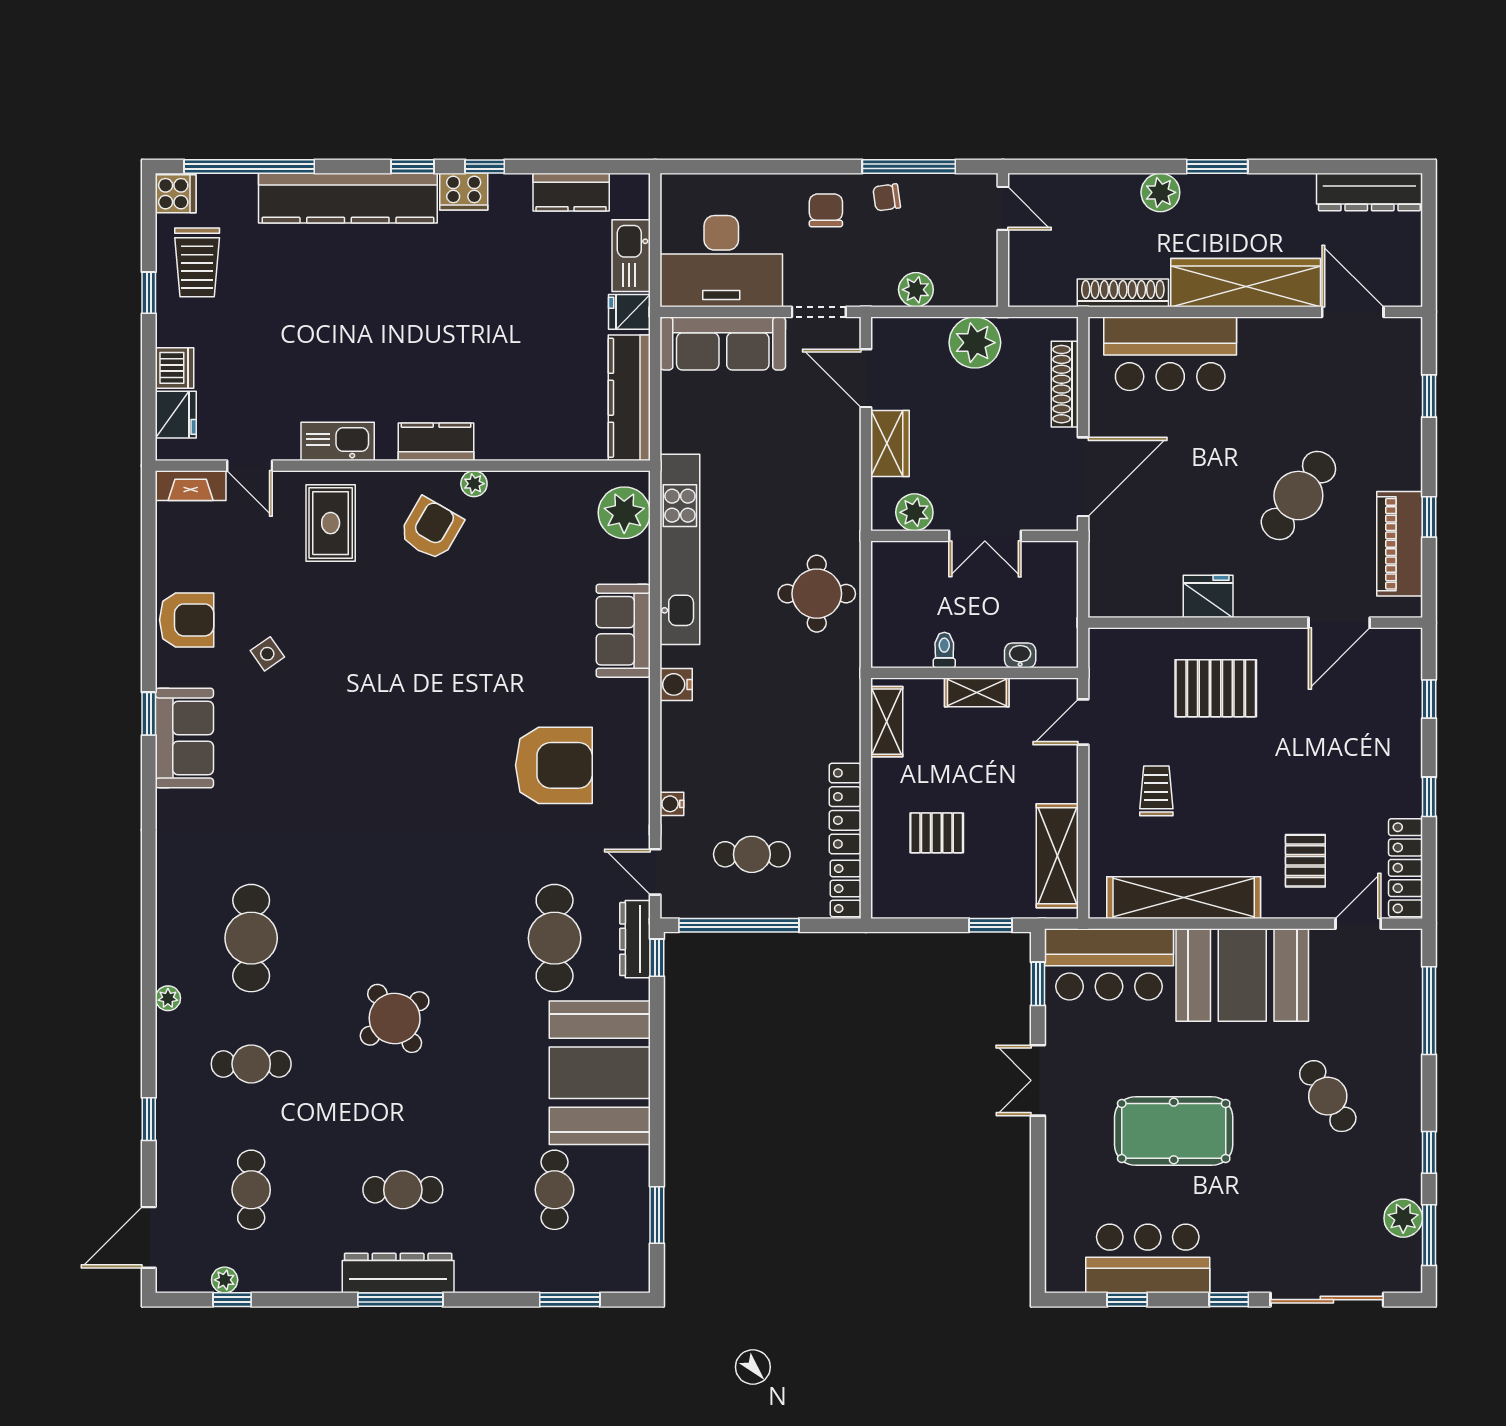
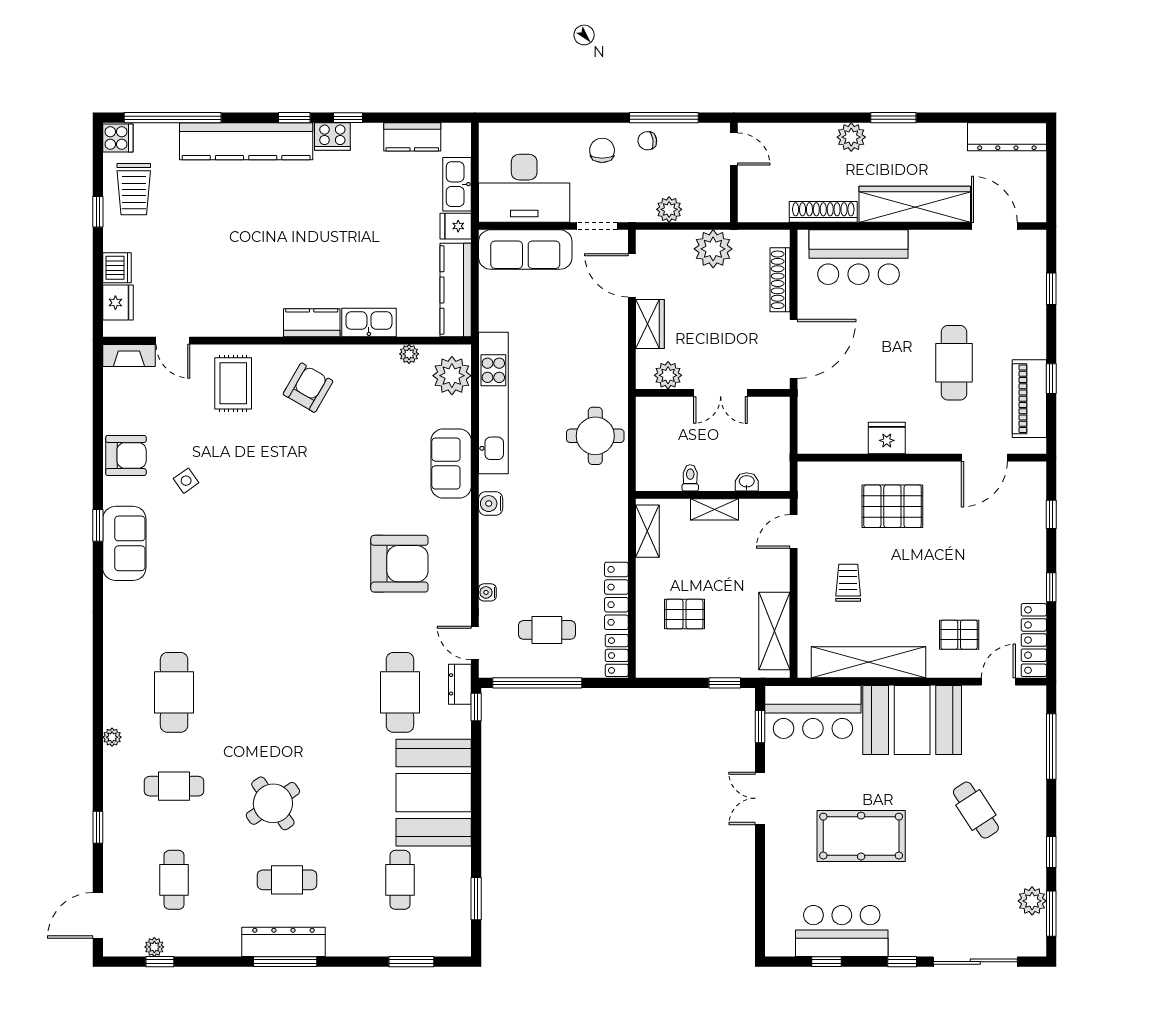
kitchen sink: (338, 441) -> (369, 322), moved
plant: (474, 484) -> (409, 354), moved
cafe table: (1298, 496) -> (954, 363), turned -36
pallet: (1305, 861) -> (959, 635), turned 90
dresser: (635, 939) -> (460, 684), width x0.70
round table: (395, 1018) -> (273, 803), moved

